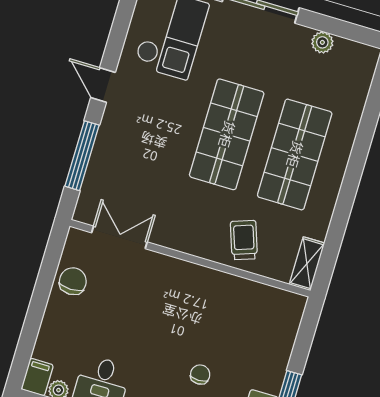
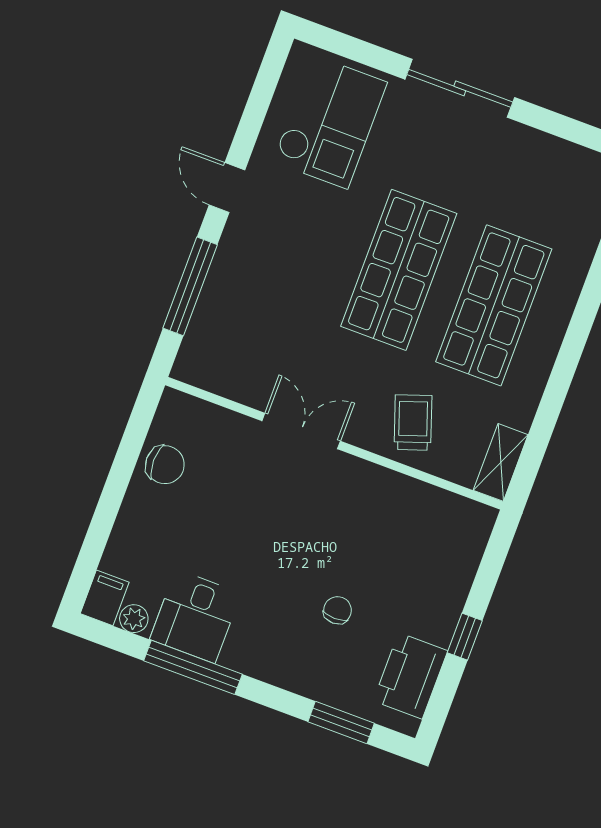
plant: (322, 42) -> (544, 148), removed
double door: (119, 237) -> (301, 431), moved
chair: (73, 281) -> (165, 465), turned 90

